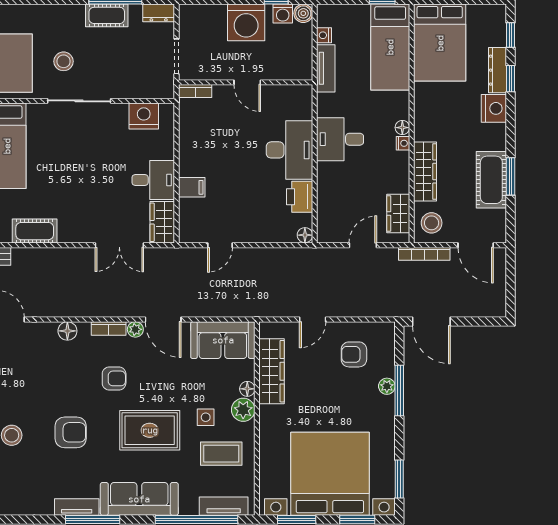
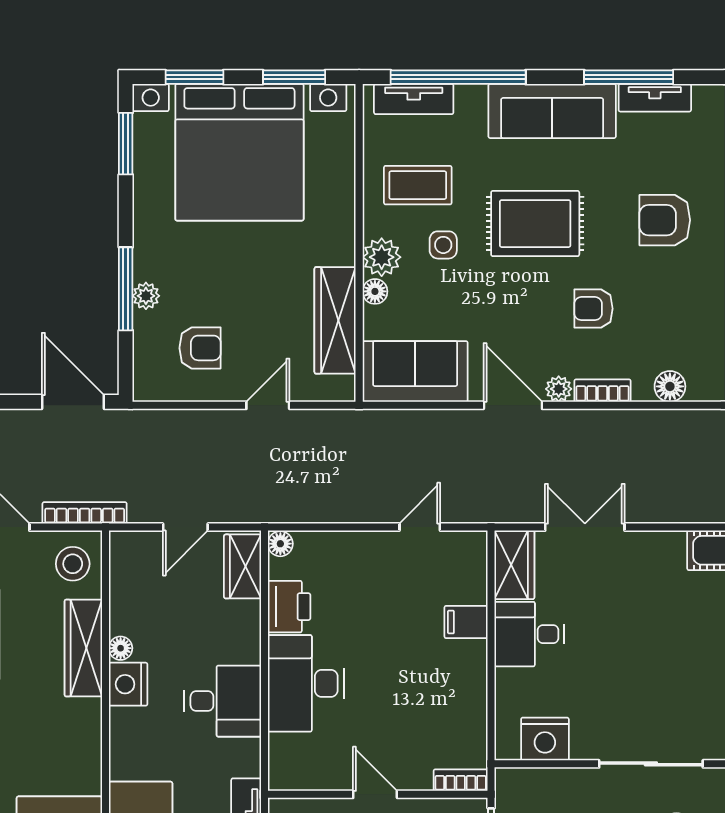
floor lamp: (402, 128) -> (121, 648), moved
nightstand: (403, 143) -> (128, 684), width x1.89, depth x1.79
wardrobe: (398, 214) -> (243, 566), moved, turned 180

